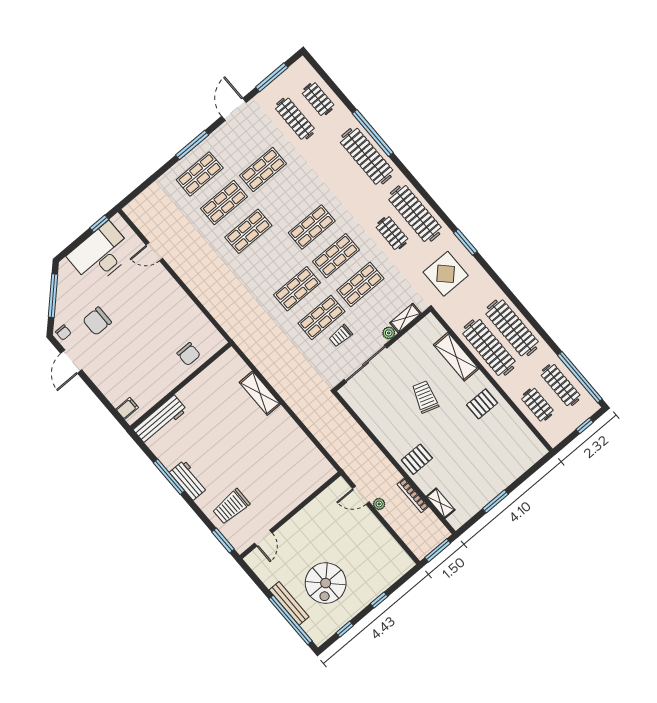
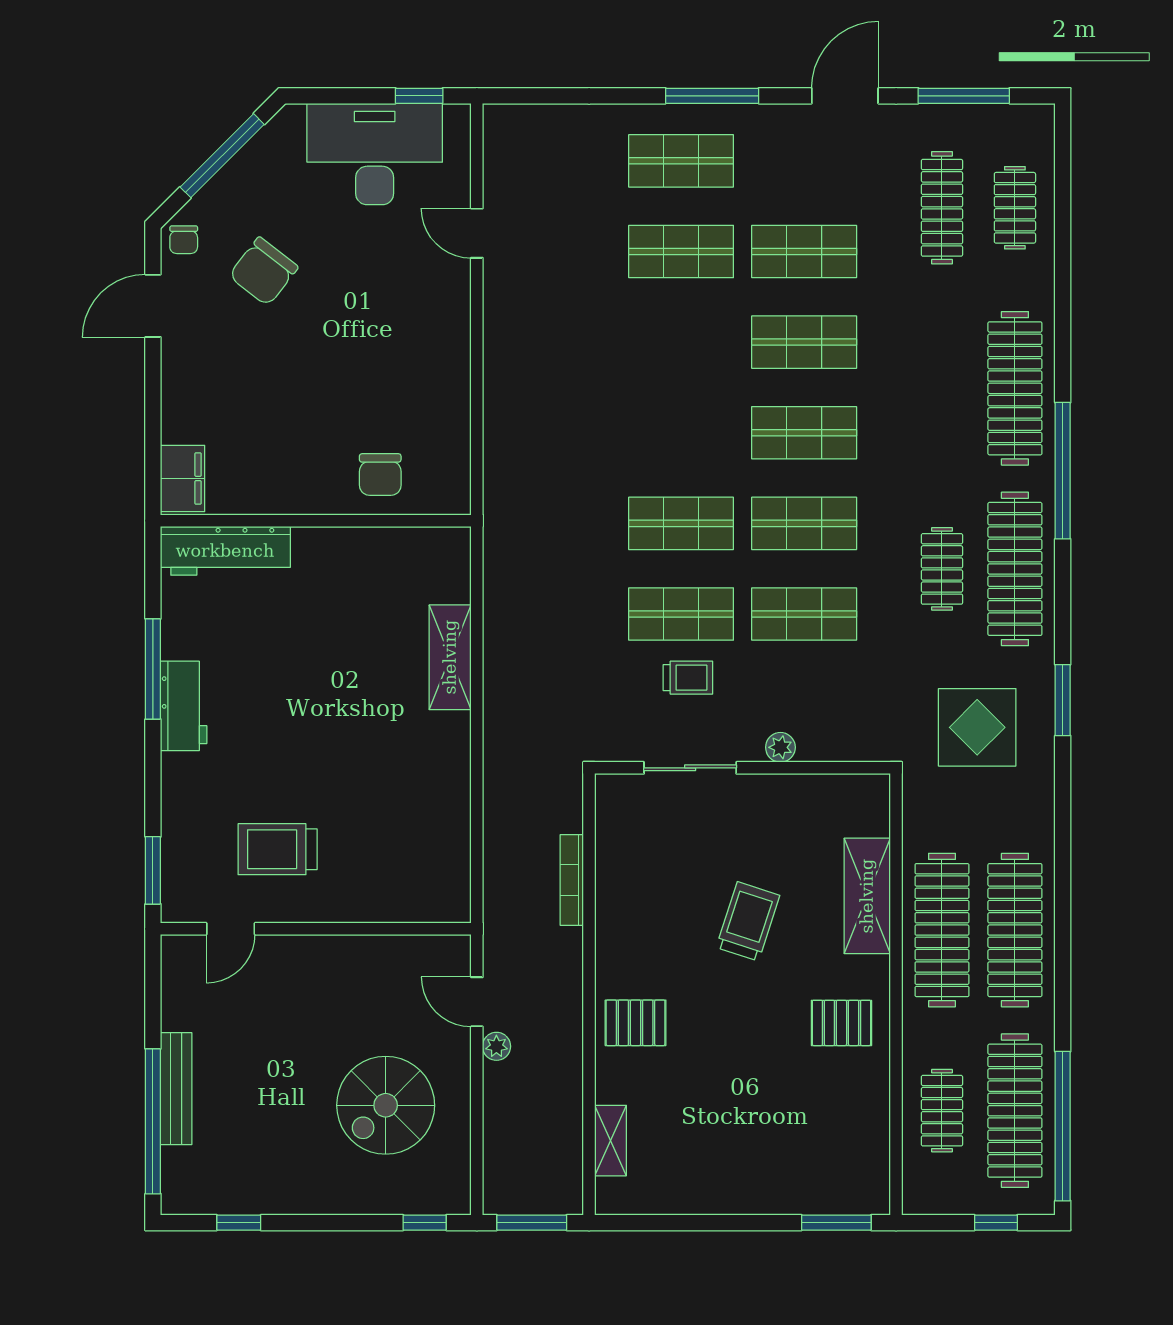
window: (373, 133) -> (1063, 471), moved
shop shelf: (248, 231) -> (804, 342), moved
shelving: (405, 318) -> (834, 746), removed
chair: (97, 321) -> (263, 271), turned -52
trolley: (341, 336) -> (688, 678), turned 180
sliding door: (366, 364) -> (690, 768), width x0.73
clothes rail: (561, 385) -> (1015, 1111), width x1.37, depth x1.31
filing cabinet: (127, 408) -> (183, 478), width x2.00
bookcase: (413, 495) -> (572, 880), moved
window: (495, 501) -> (836, 1223), moved
trolley: (231, 507) -> (278, 849), moved
spiral stairs: (326, 583) -> (386, 1105), moved
window: (379, 600) -> (425, 1223), moved

